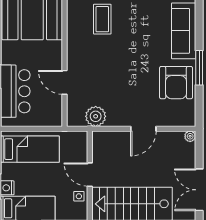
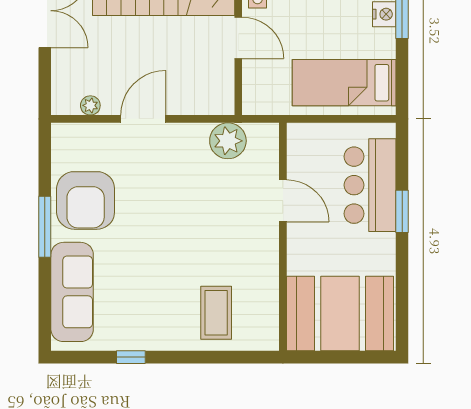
armchair: (176, 83) -> (86, 200), turned 180
plant: (190, 136) -> (90, 105), moved

